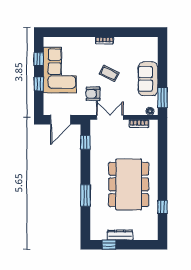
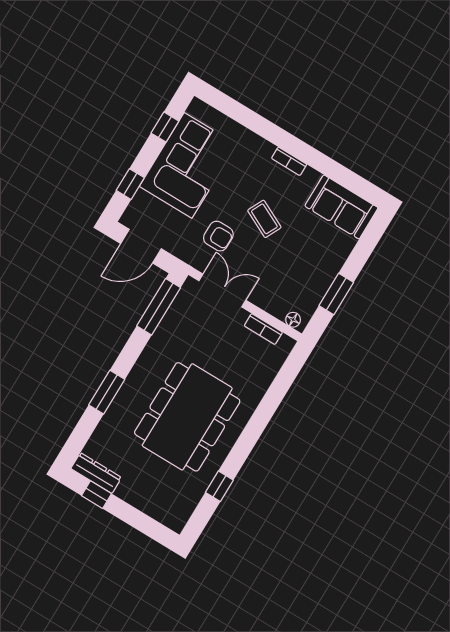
sofa: (148, 79) -> (341, 207), moved, turned -90
window: (39, 84) -> (130, 184), moved
armchair: (93, 94) -> (218, 236), turned 180
window: (162, 98) -> (336, 294), moved
window: (85, 142) -> (159, 307), width x2.17
dresser: (120, 235) -> (96, 473), moved

